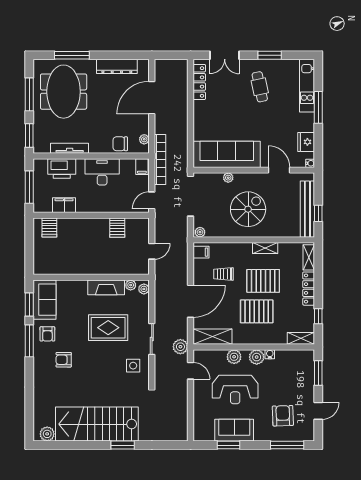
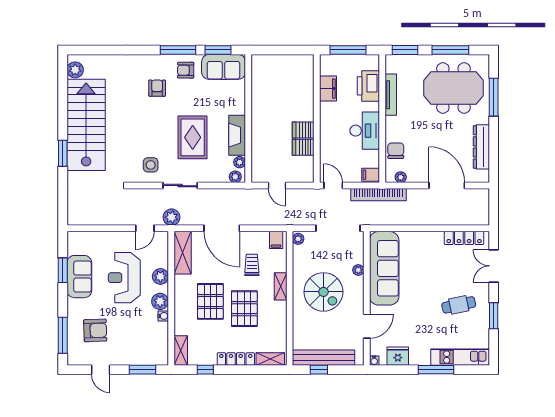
server rack: (49, 228) -> (303, 130), moved
shelving: (265, 248) -> (281, 286), moved

